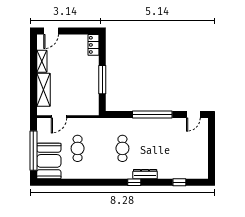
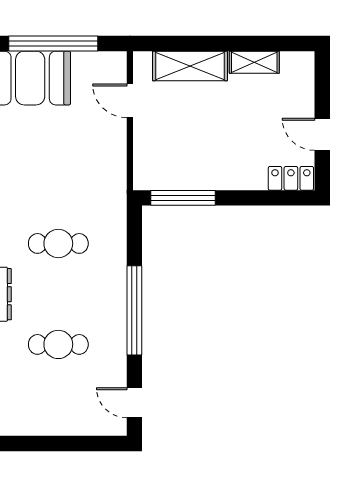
door: (51, 31) -> (322, 134), moved
window: (102, 80) -> (183, 198), moved
cafe table: (78, 148) -> (58, 344), moved

